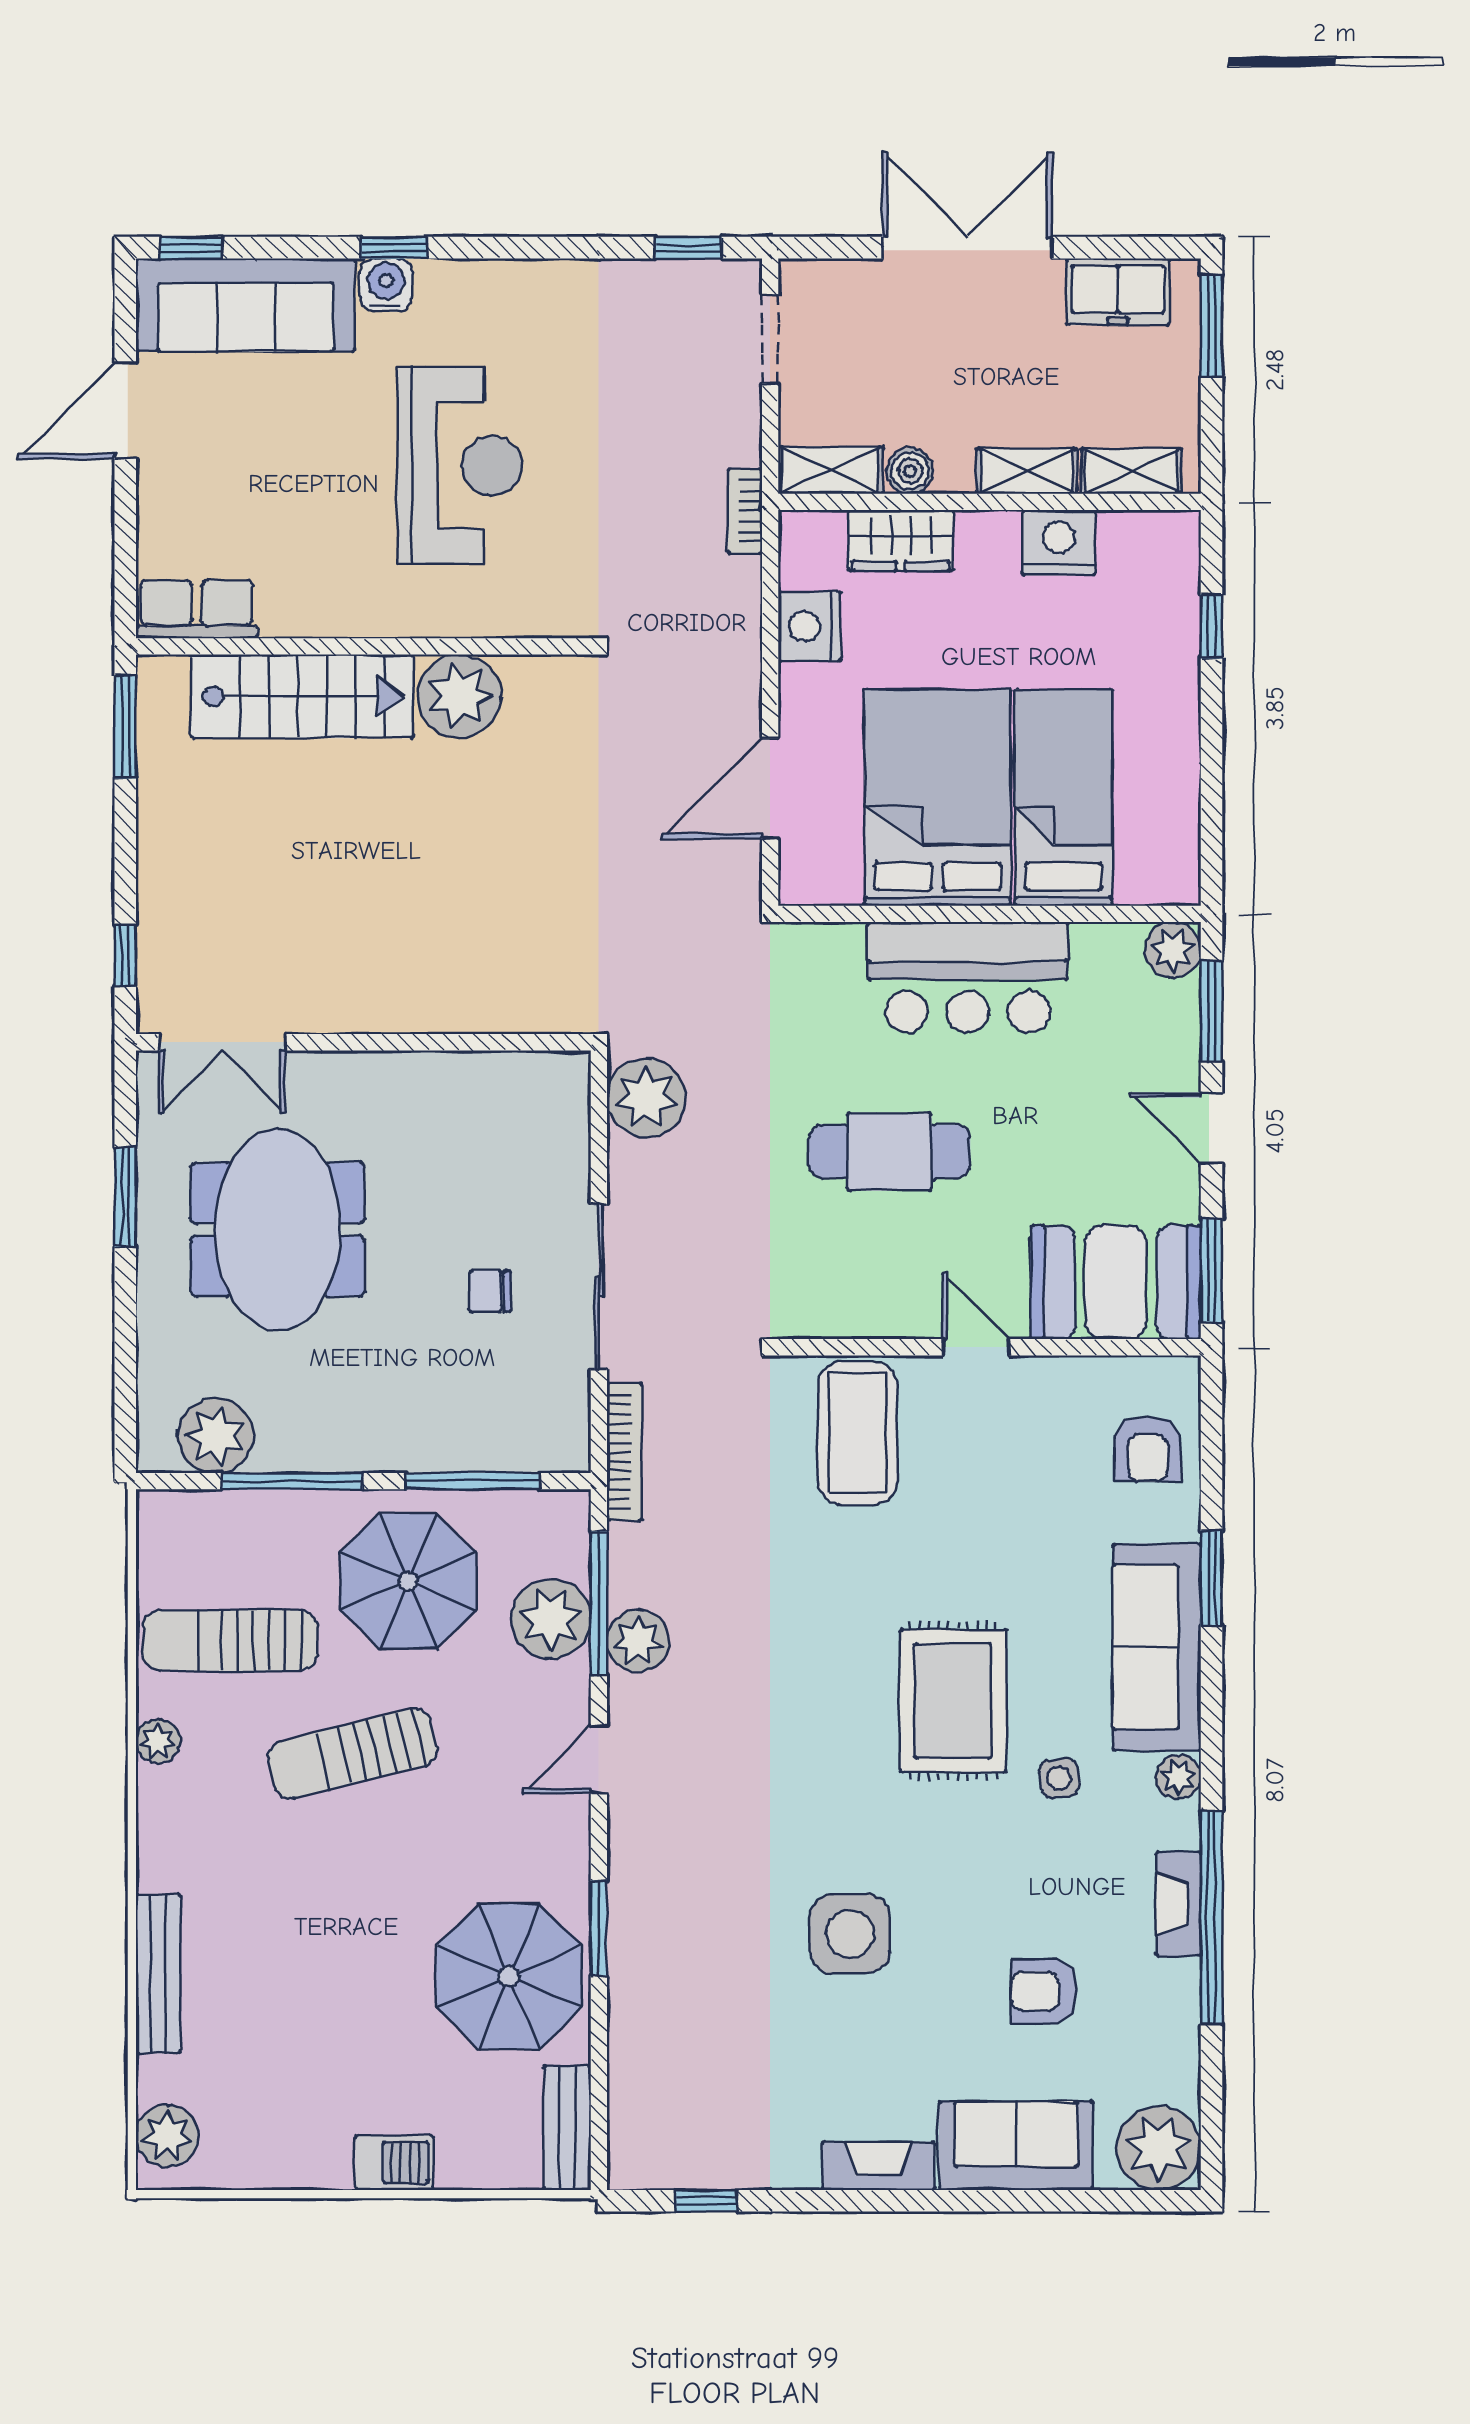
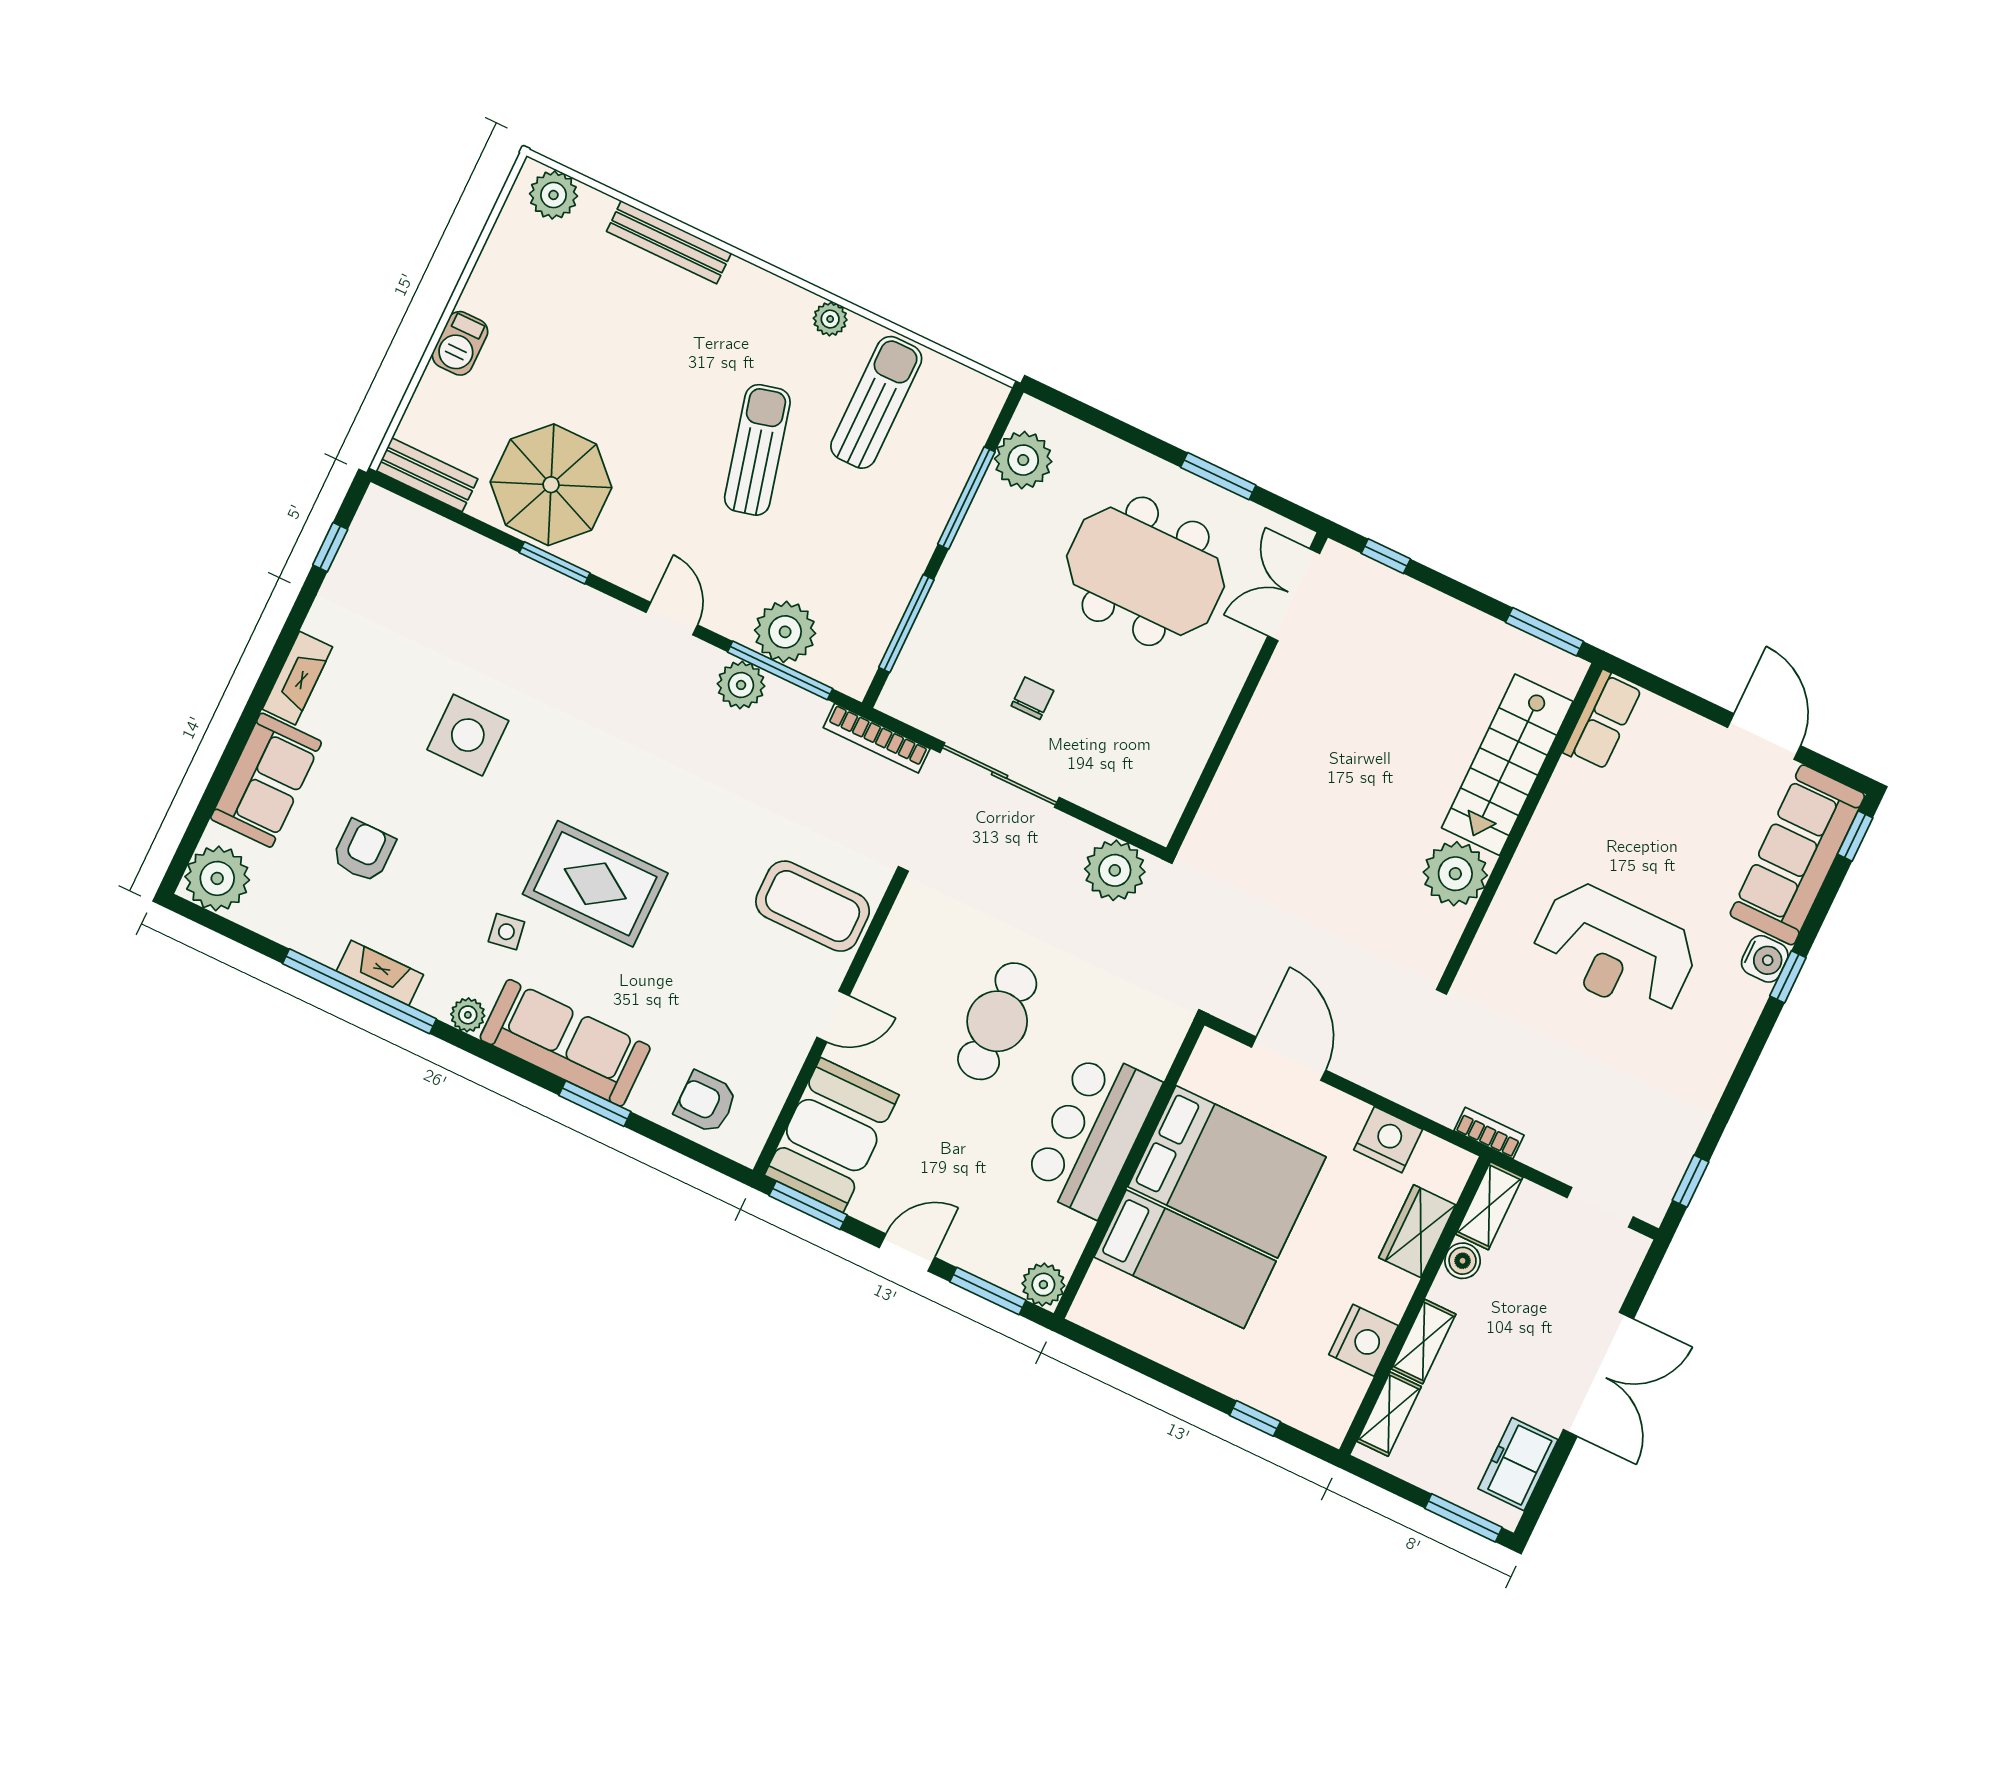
parasol: (408, 1581) -> (858, 545), removed

